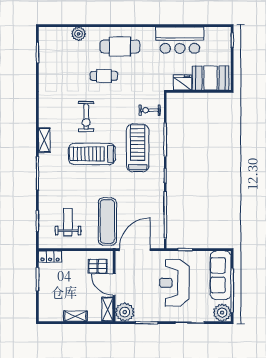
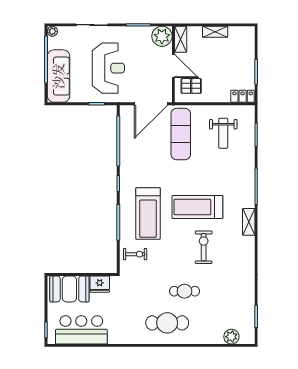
plant: (79, 34) -> (231, 337), moved
bar counter: (180, 40) -> (81, 330), moved
treadmill: (92, 154) -> (197, 207), turned 180
plant: (222, 313) -> (52, 31), width x0.53, depth x0.53

